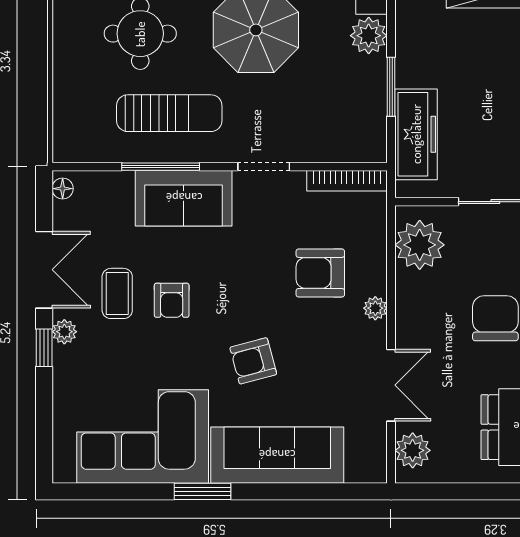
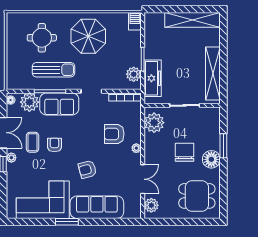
plant: (369, 36) -> (134, 74), moved
plant: (110, 194) -> (29, 102), added
armchair: (172, 300) -> (54, 145), turned 180

